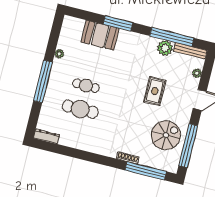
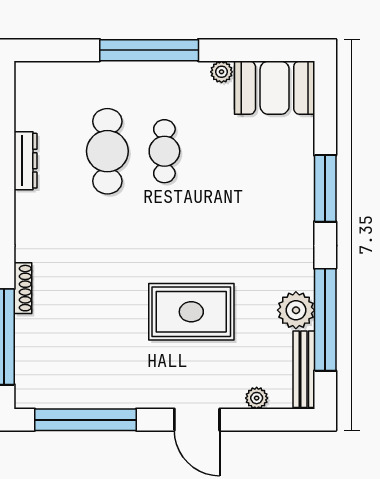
booth: (100, 35) -> (275, 88), moved, turned 90
rug: (155, 91) -> (191, 312), width x1.36, depth x1.43
spiral stairs: (166, 135) -> (97, 362), removed
dresser: (46, 136) -> (26, 161), moved

